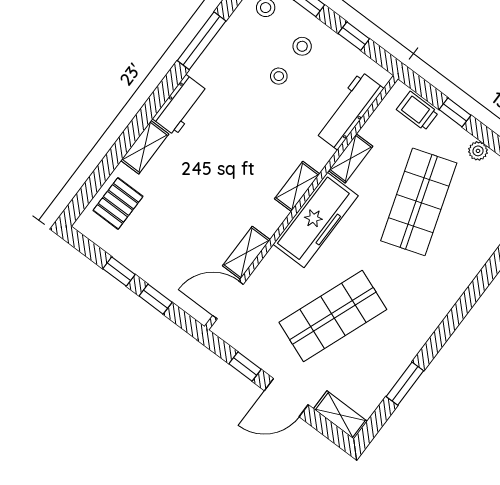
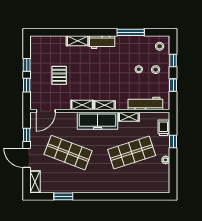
pallet: (118, 203) -> (59, 75), moved, turned 90
shelving: (246, 253) -> (82, 105), moved
door: (228, 300) -> (46, 111), swing flipped

